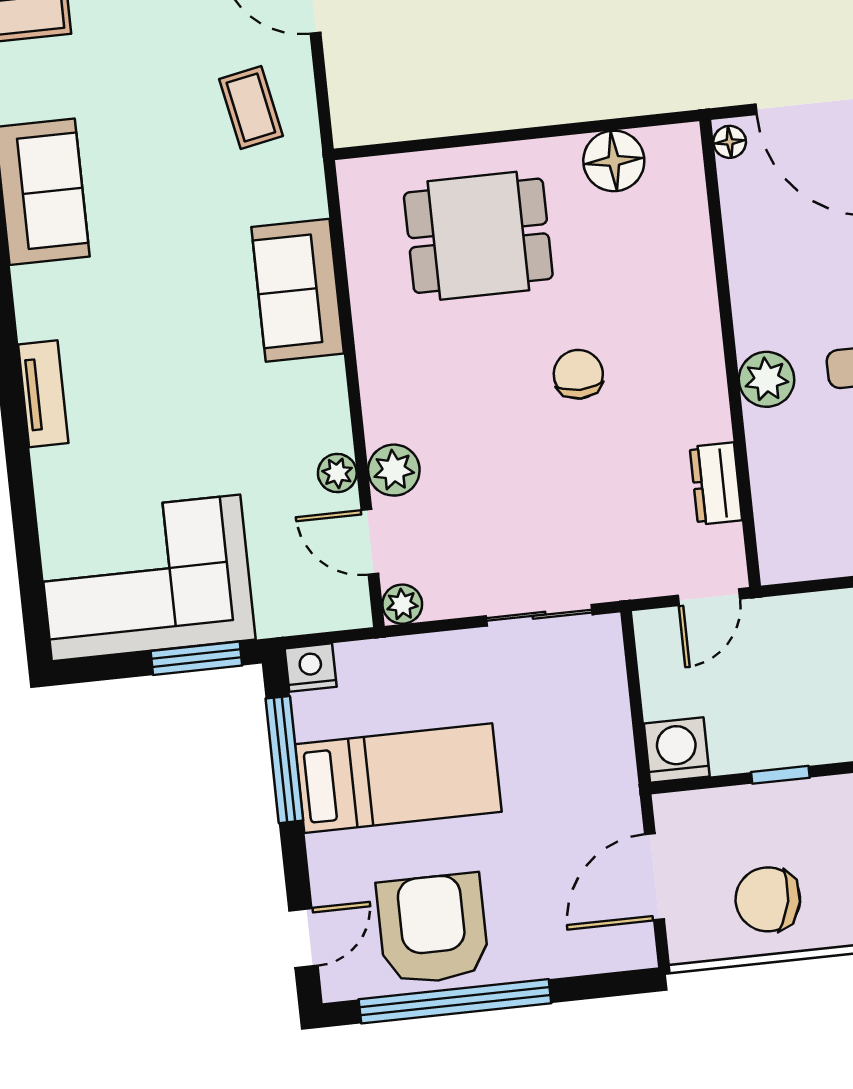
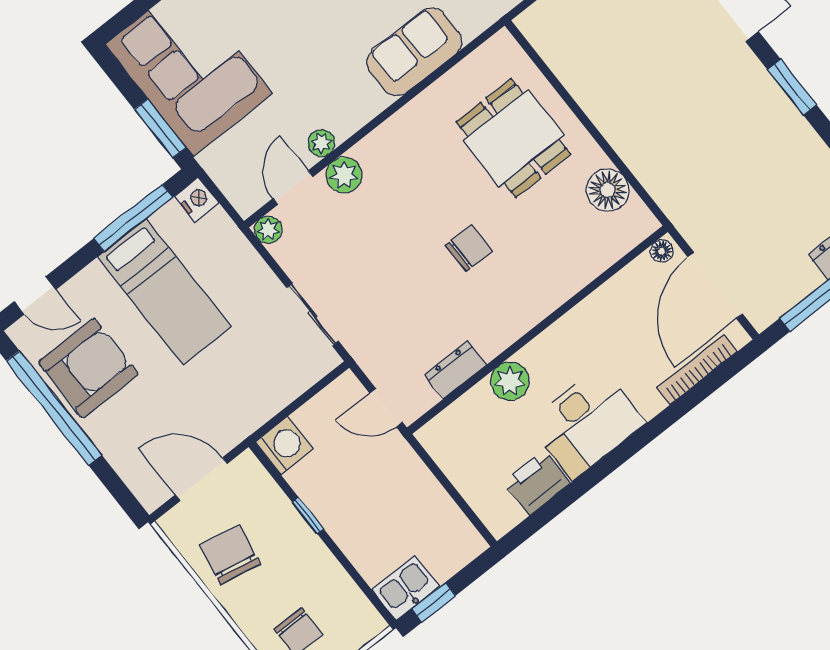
plant: (767, 379) -> (510, 381), moved

